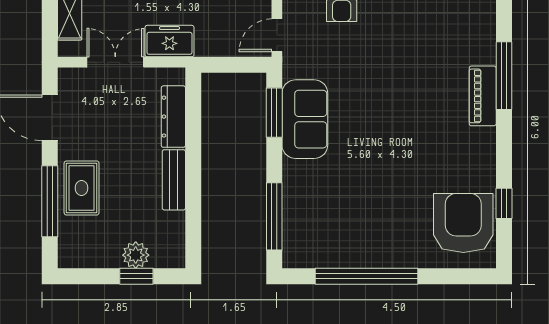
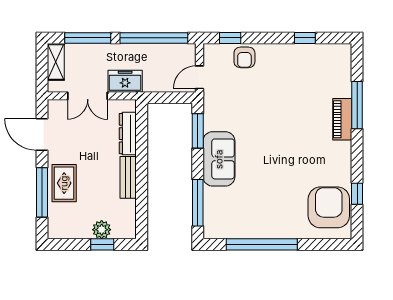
double door: (115, 62) -> (88, 96), swing flipped
sofa: (305, 119) -> (219, 159), moved

